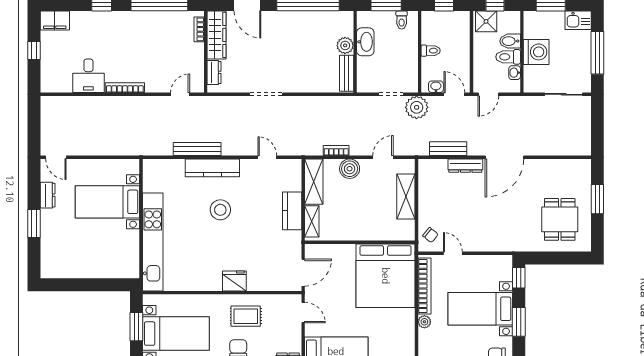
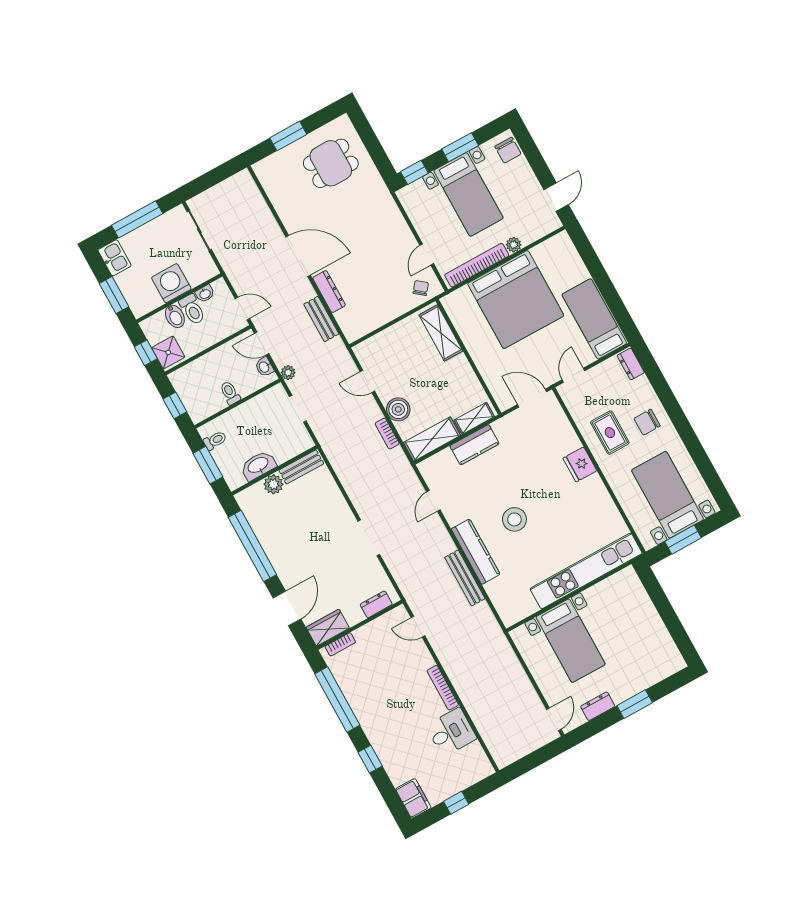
wardrobe: (216, 35) -> (328, 628), width x0.67
door: (454, 94) -> (262, 344), hinge flipped
plant: (417, 107) -> (288, 373), width x0.53, depth x0.53
shelving: (406, 197) -> (441, 333), moved, turned 90
bed: (386, 276) -> (516, 300), moved, turned 90

